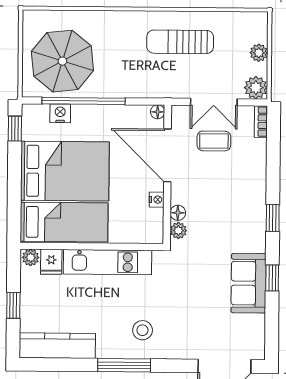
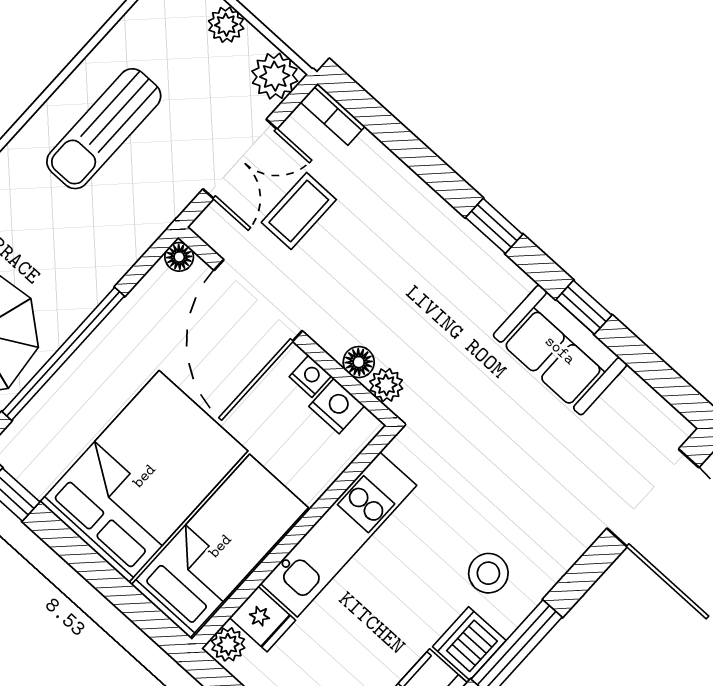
nightstand: (60, 113) -> (337, 406), moved, turned 90
door: (167, 155) -> (258, 300), hinge flipped
dishwasher: (110, 346) -> (469, 643), added

